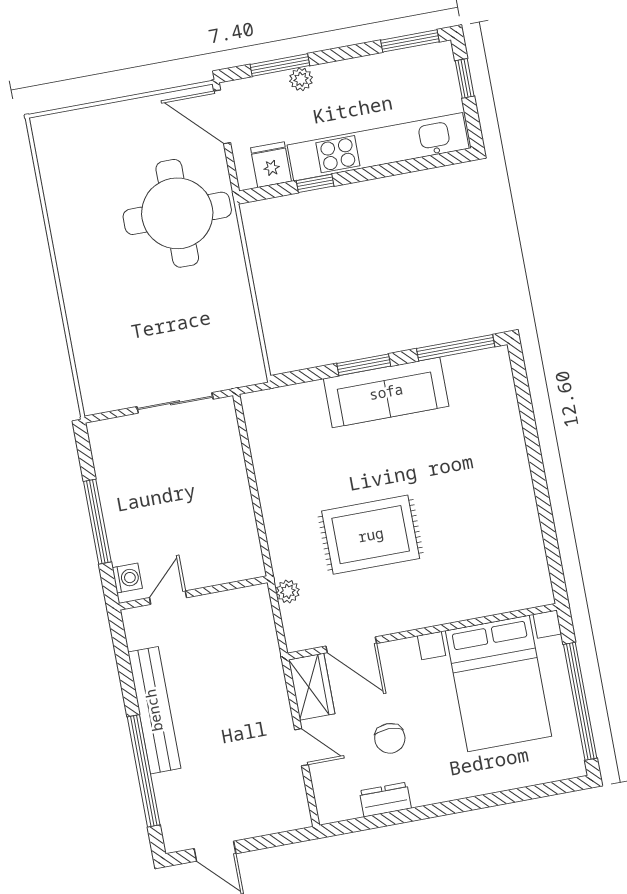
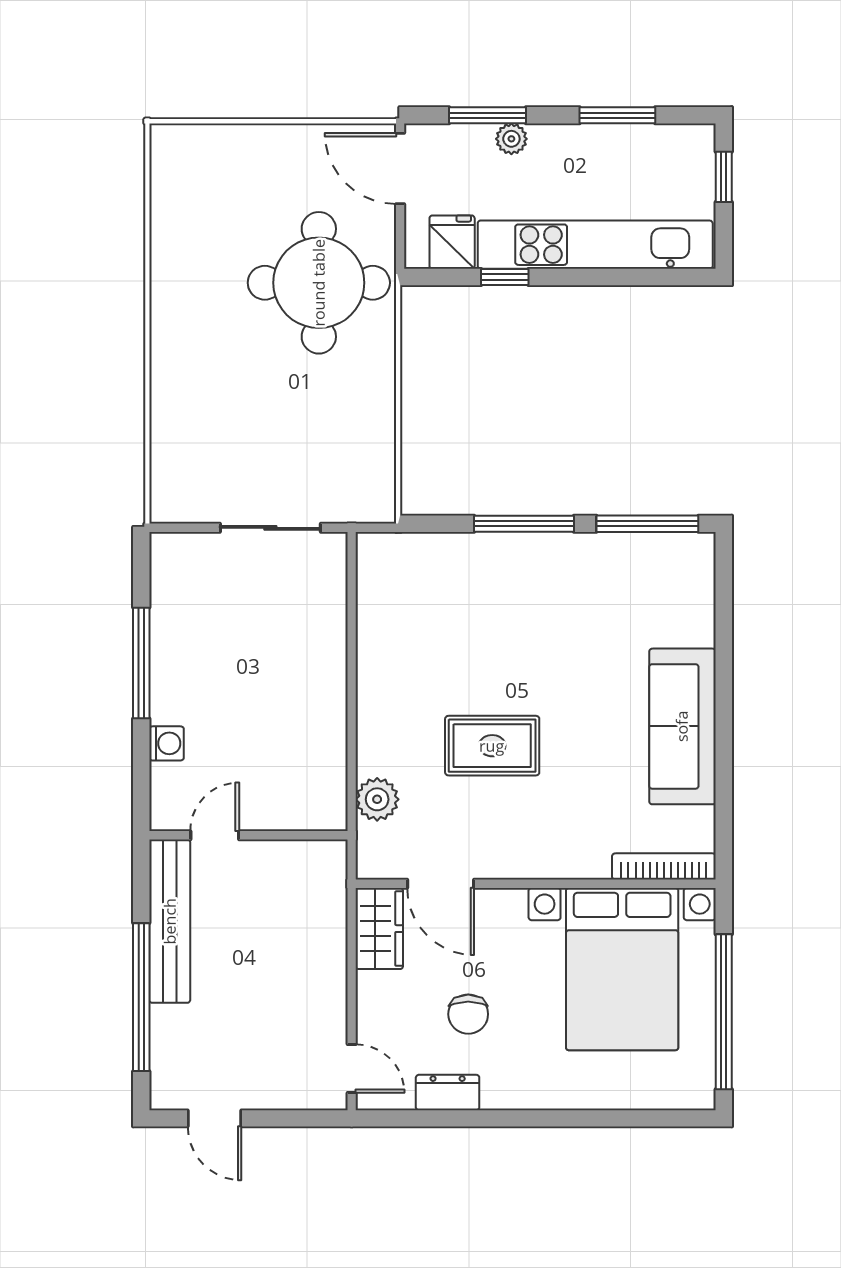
window: (410, 41) -> (617, 115), moved
window: (364, 365) -> (524, 524), width x1.44
sofa: (386, 392) -> (682, 726), moved, turned 90
rug: (371, 535) -> (492, 746), width x0.73, depth x0.70
plant: (288, 591) -> (377, 799), width x1.38, depth x1.38
wall: (193, 593) -> (248, 835), moved
door: (168, 598) -> (215, 835), moved
bookcase: (515, 601) -> (664, 866), added
door: (301, 747) -> (352, 1069), moved

